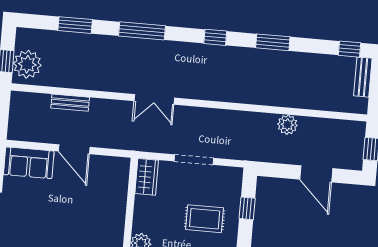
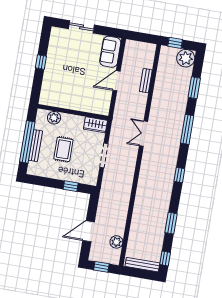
window: (273, 42) -> (171, 223), moved
plant: (27, 64) -> (186, 58), moved
bench: (363, 77) -> (142, 265), width x1.36
plant: (287, 125) -> (116, 242), moved
rug: (205, 219) -> (63, 149), moved

